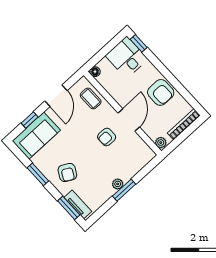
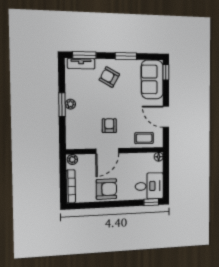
armchair: (161, 92) -> (106, 189), turned 180
window: (30, 120) -> (166, 72), moved
door: (129, 120) -> (107, 151), hinge flipped

